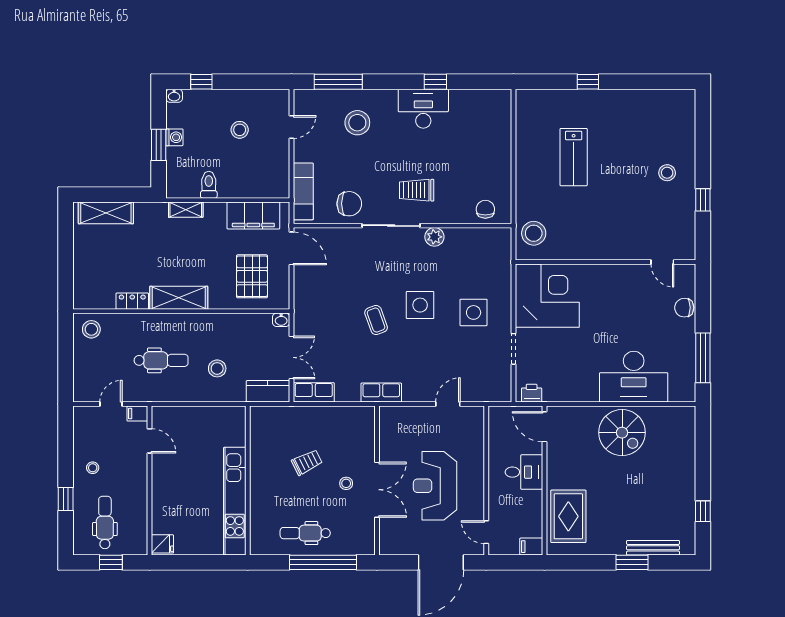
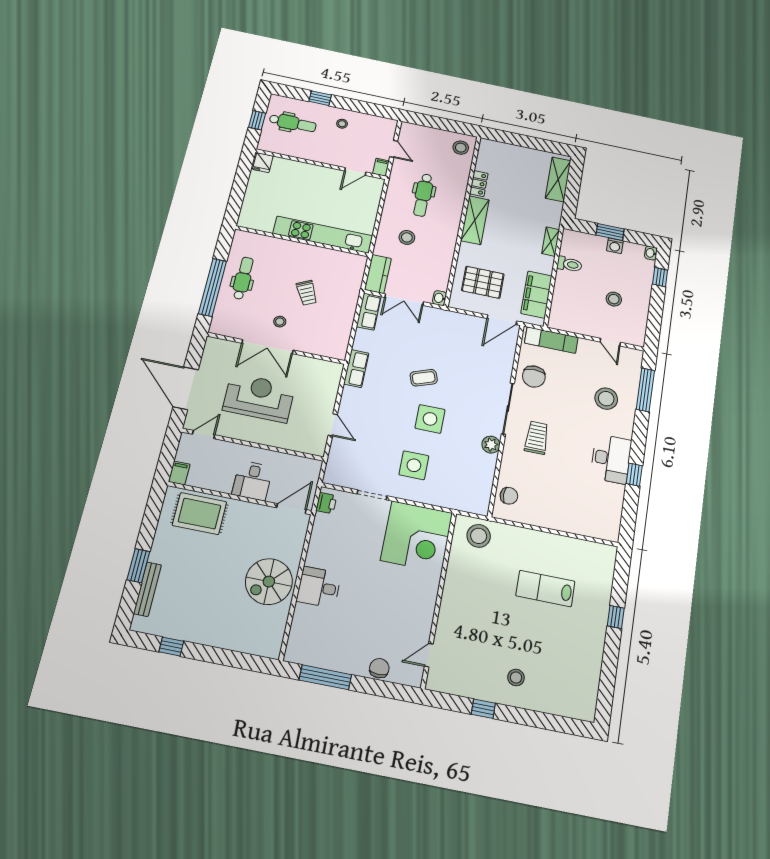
desk: (634, 377) -> (319, 587), width x0.53, depth x0.77
kitchen unit: (235, 501) -> (323, 235), moved

